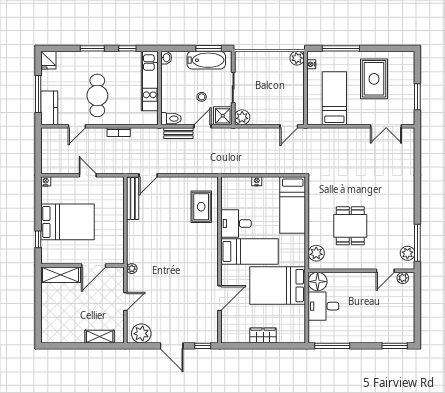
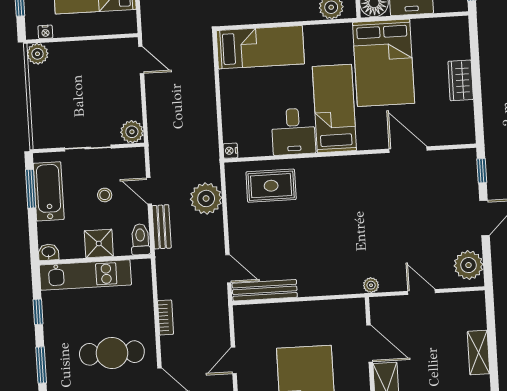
shower: (223, 116) -> (99, 243), moved
plant: (195, 163) -> (206, 198), added
nightstand: (257, 181) -> (230, 151), moved
shelving: (100, 337) -> (479, 353), moved

